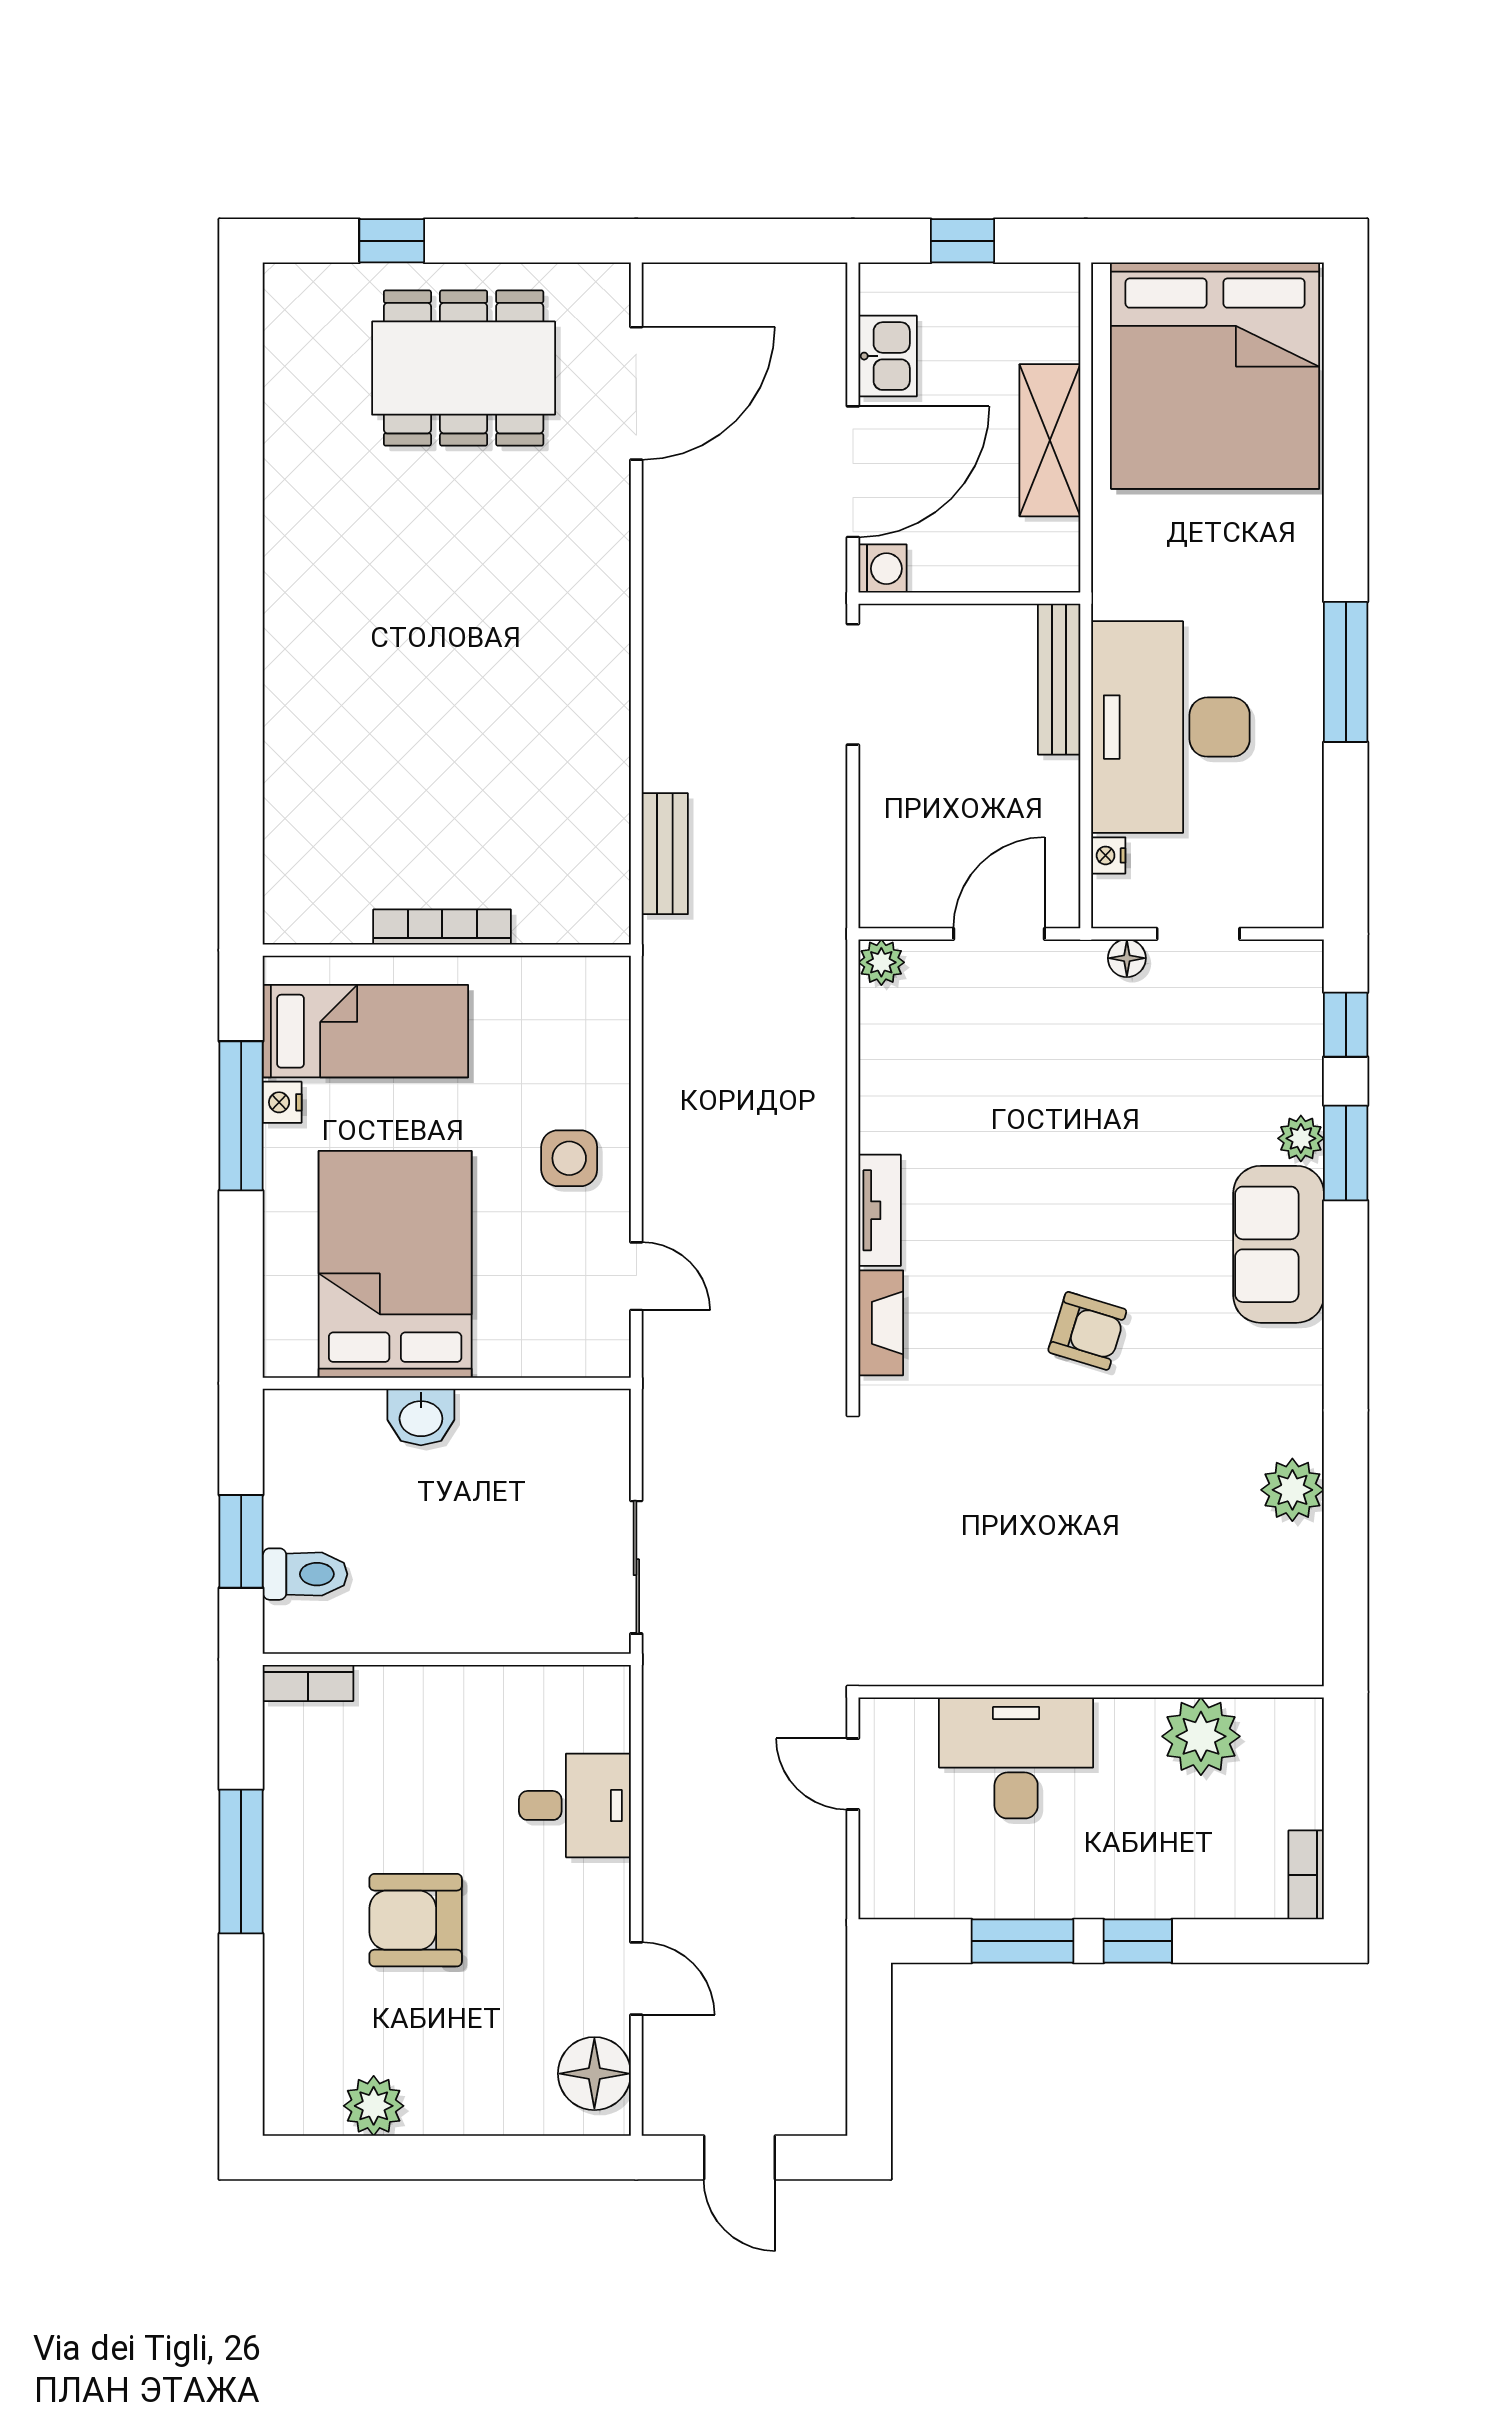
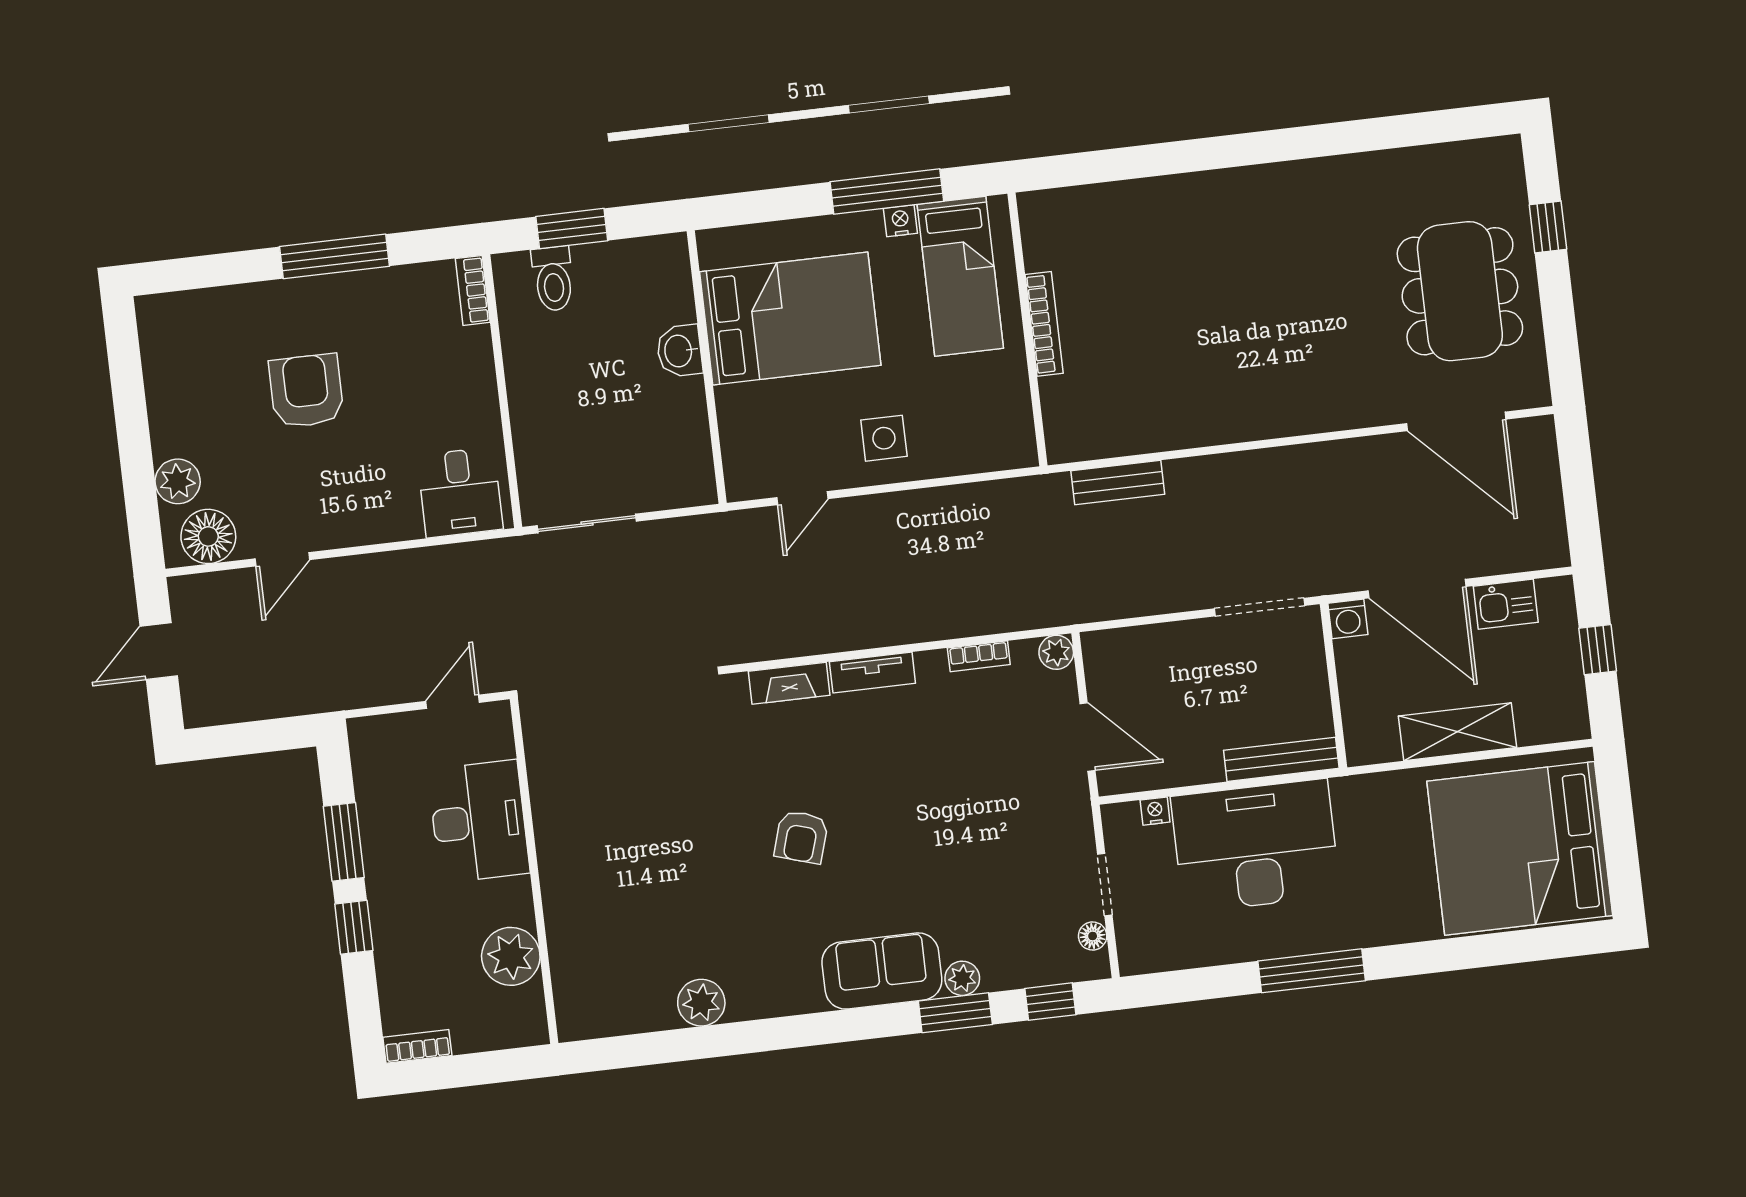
floor lamp: (1127, 958) -> (1093, 936), moved
bookcase: (874, 1066) -> (979, 656), added
desk: (575, 1805) -> (460, 492), moved
plant: (374, 2106) -> (178, 481), moved

